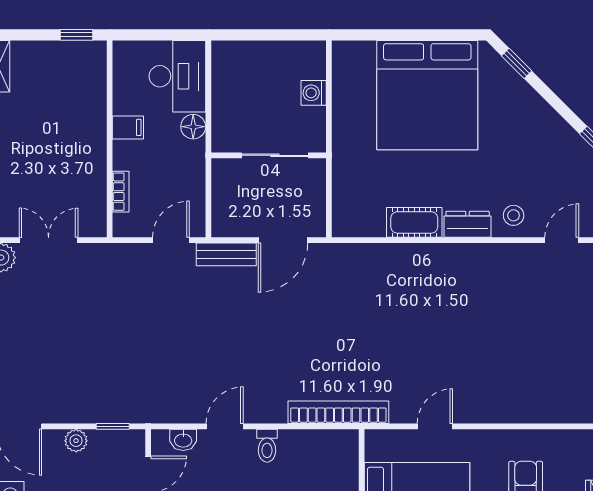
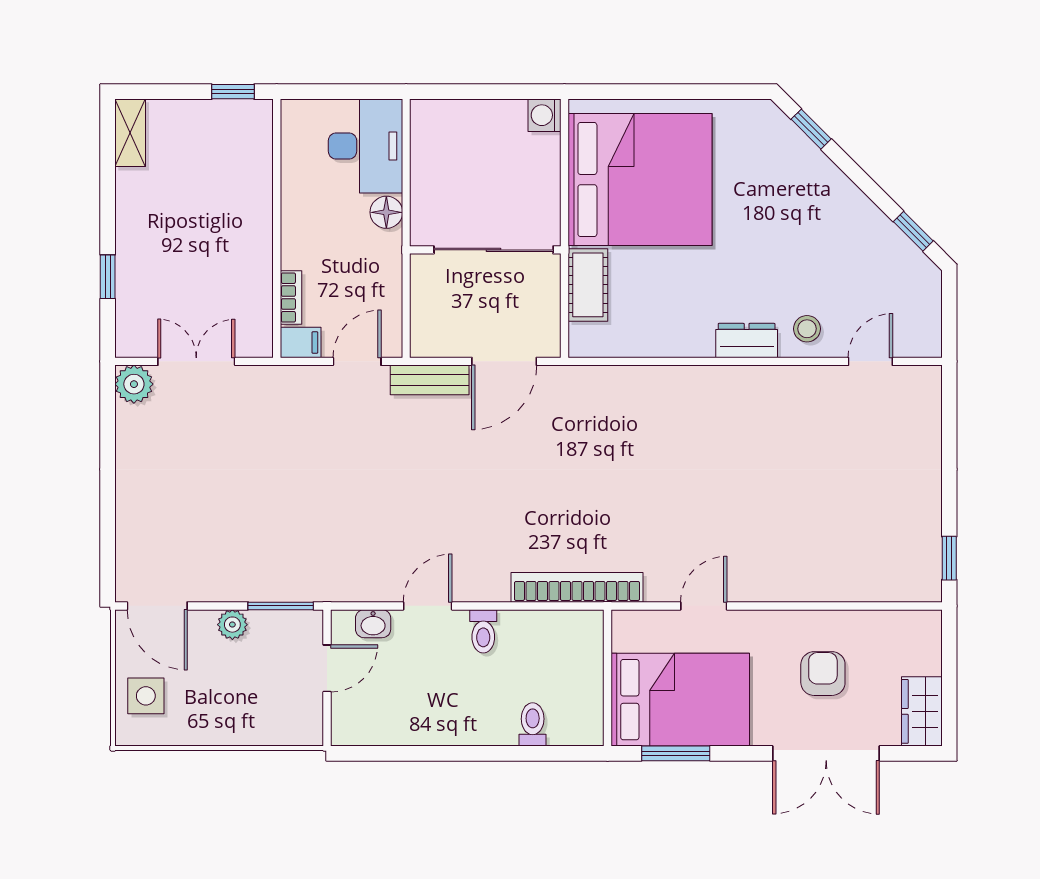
washing machine: (314, 93) -> (544, 115), moved
bed: (427, 95) -> (640, 180), moved, turned -90
filing cabinet: (128, 127) -> (301, 342), moved
sliding door: (275, 155) -> (494, 250), width x1.37
cot: (414, 222) -> (588, 285), moved, turned 90
window: (113, 426) -> (281, 606), width x1.50

